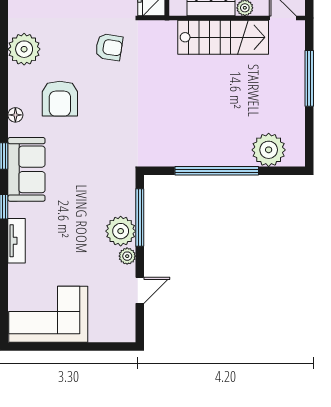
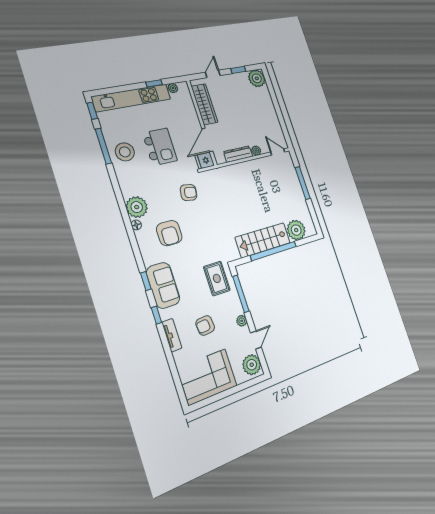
stairs: (223, 37) -> (263, 240), moved, turned 180
floor lamp: (15, 115) -> (136, 225), moved
rug: (110, 184) -> (217, 278), added
plant: (121, 231) -> (252, 365), moved
armchair: (69, 244) -> (205, 325), added

